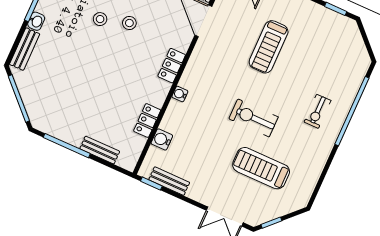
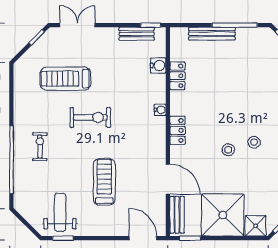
weight bench: (327, 36) -> (60, 212), added
bench: (100, 150) -> (212, 34), width x1.36
treadmill: (261, 168) -> (65, 79), turned 180

